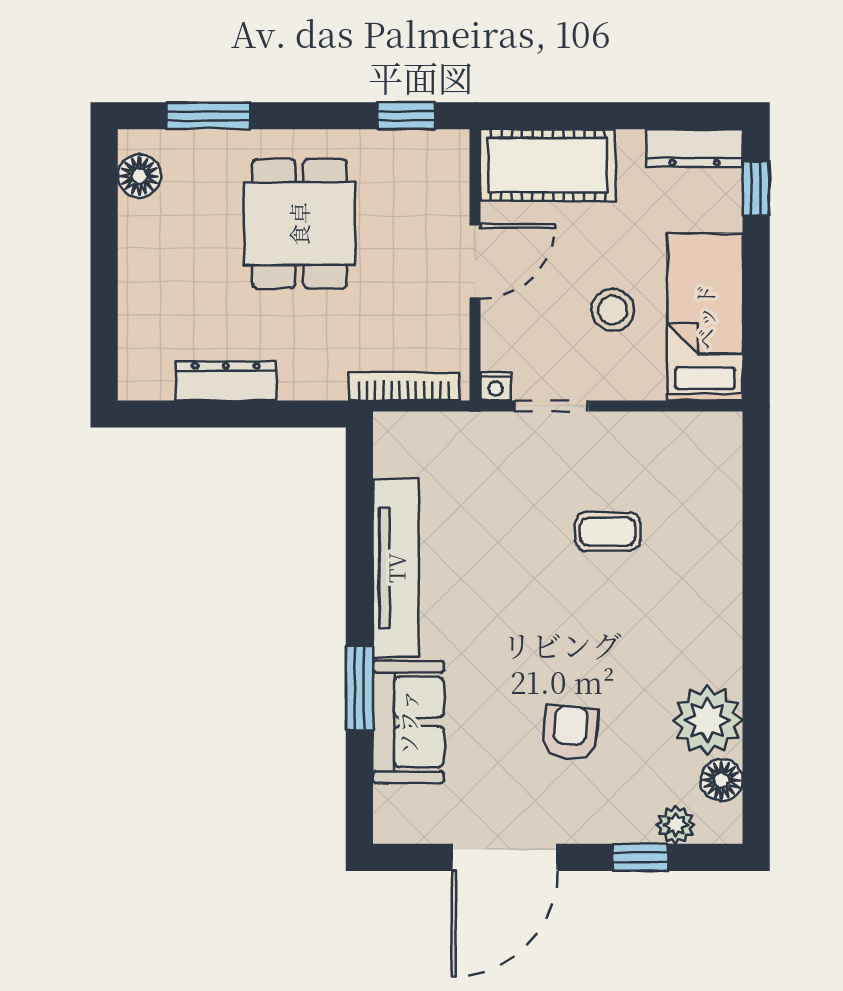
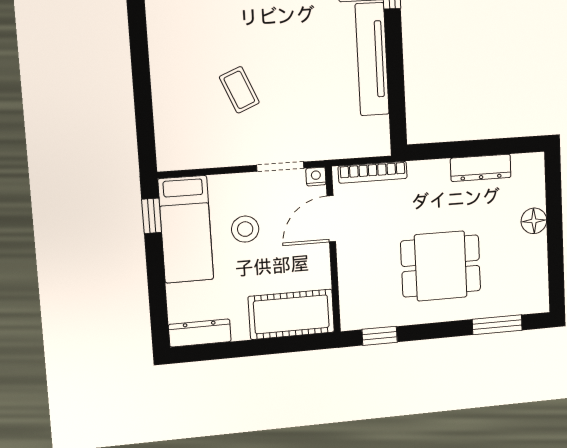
floor lamp: (139, 176) -> (534, 221), moved
window: (756, 188) -> (152, 216), moved
dining table: (299, 224) -> (441, 266), turned 90
door: (475, 261) -> (331, 219), moved
coffee table: (608, 532) -> (239, 90), turned 67

